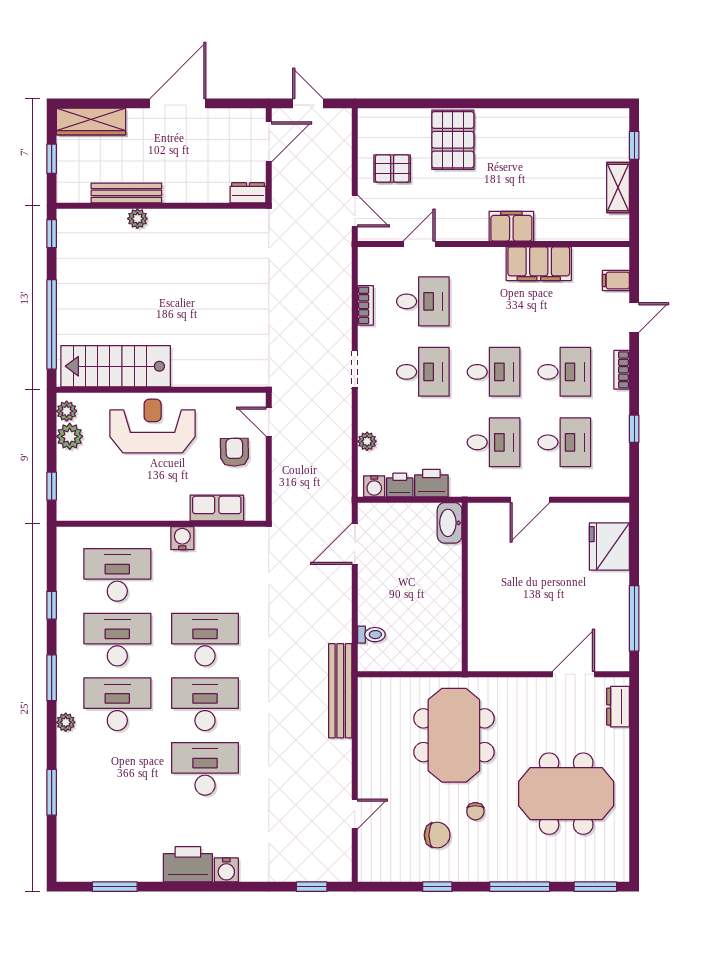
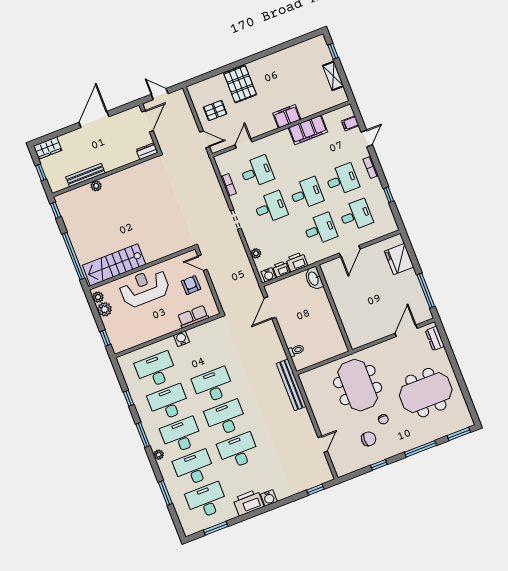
wardrobe: (91, 121) -> (48, 148), width x0.67
desk: (117, 769) -> (194, 468), added
desk: (117, 834) -> (207, 501), added

